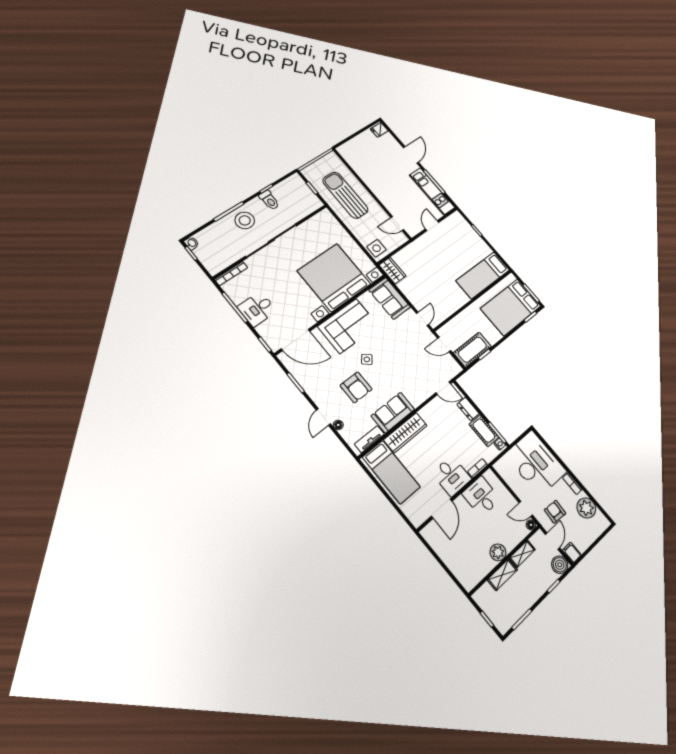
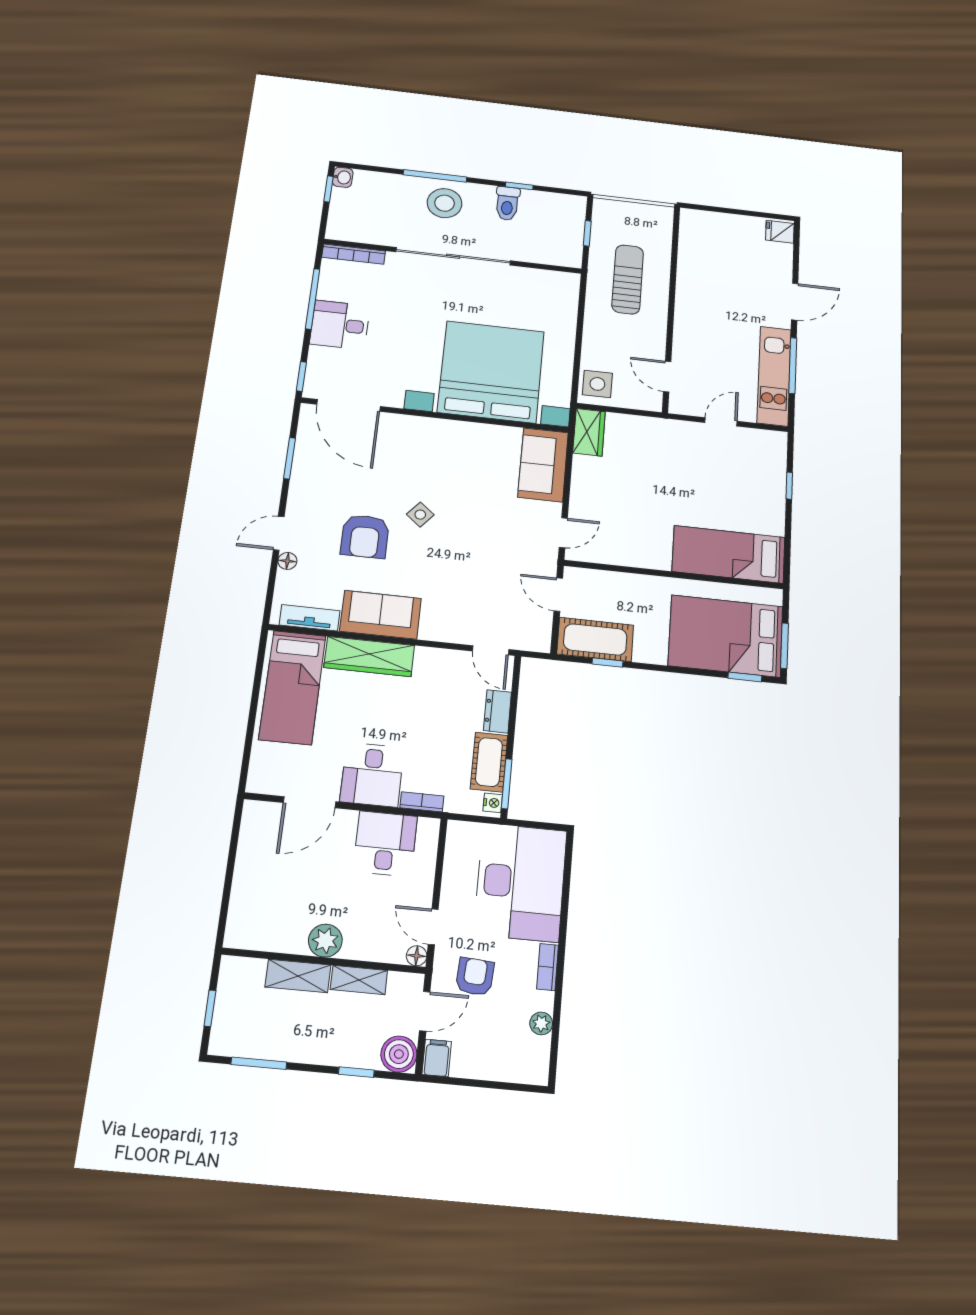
sun lounger: (345, 195) -> (628, 279), width x0.73, depth x0.75
corner sofa: (348, 326) -> (442, 450), removed
plant: (586, 508) -> (541, 1023), width x0.53, depth x0.53

